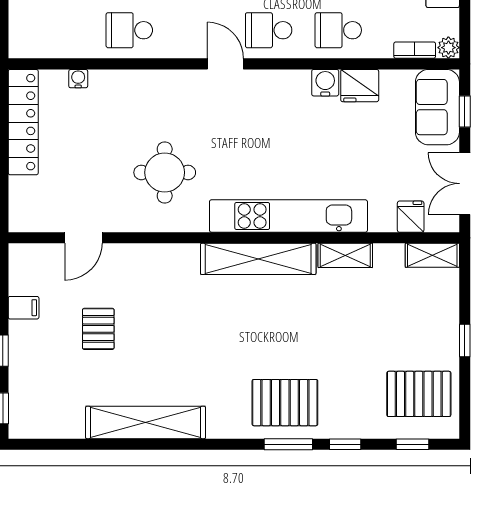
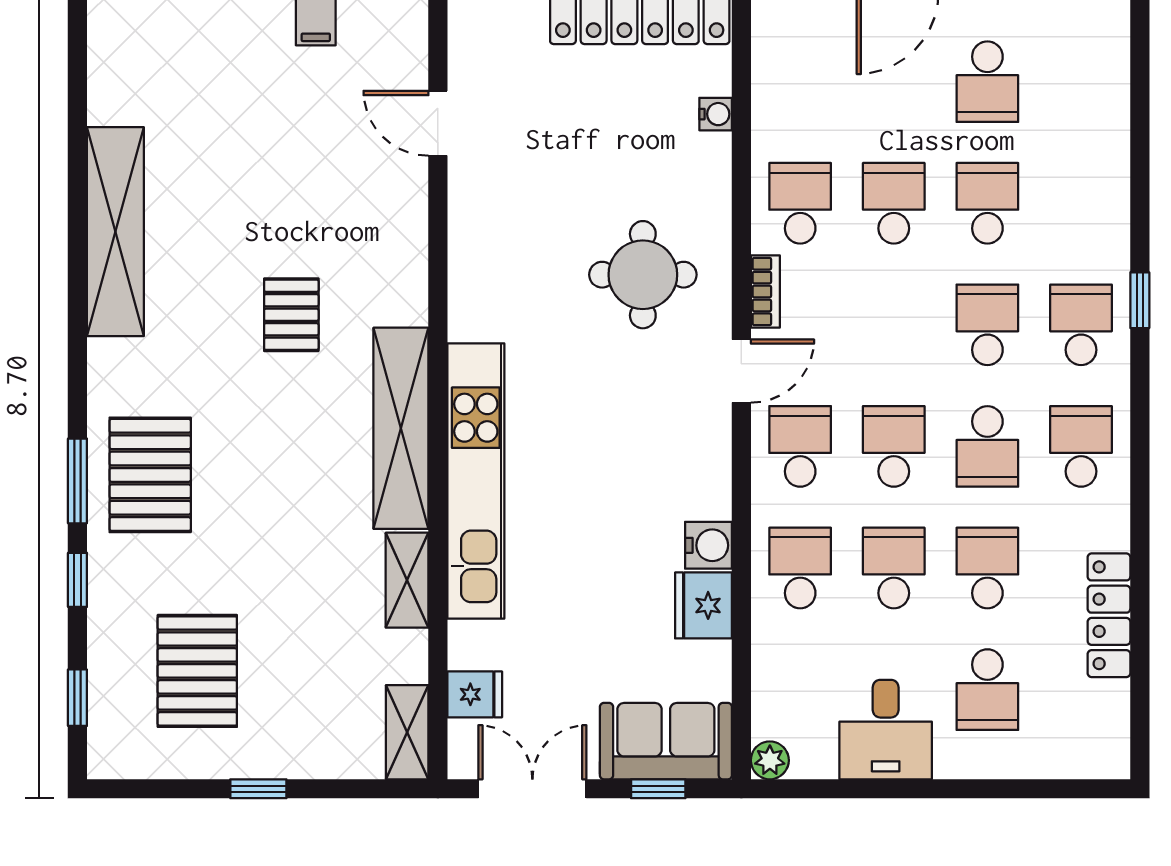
bookcase: (415, 50) -> (765, 292), moved
round table: (165, 172) -> (643, 275), moved
pallet: (98, 329) -> (291, 315), moved, turned 90
pallet: (419, 394) -> (197, 671), moved

